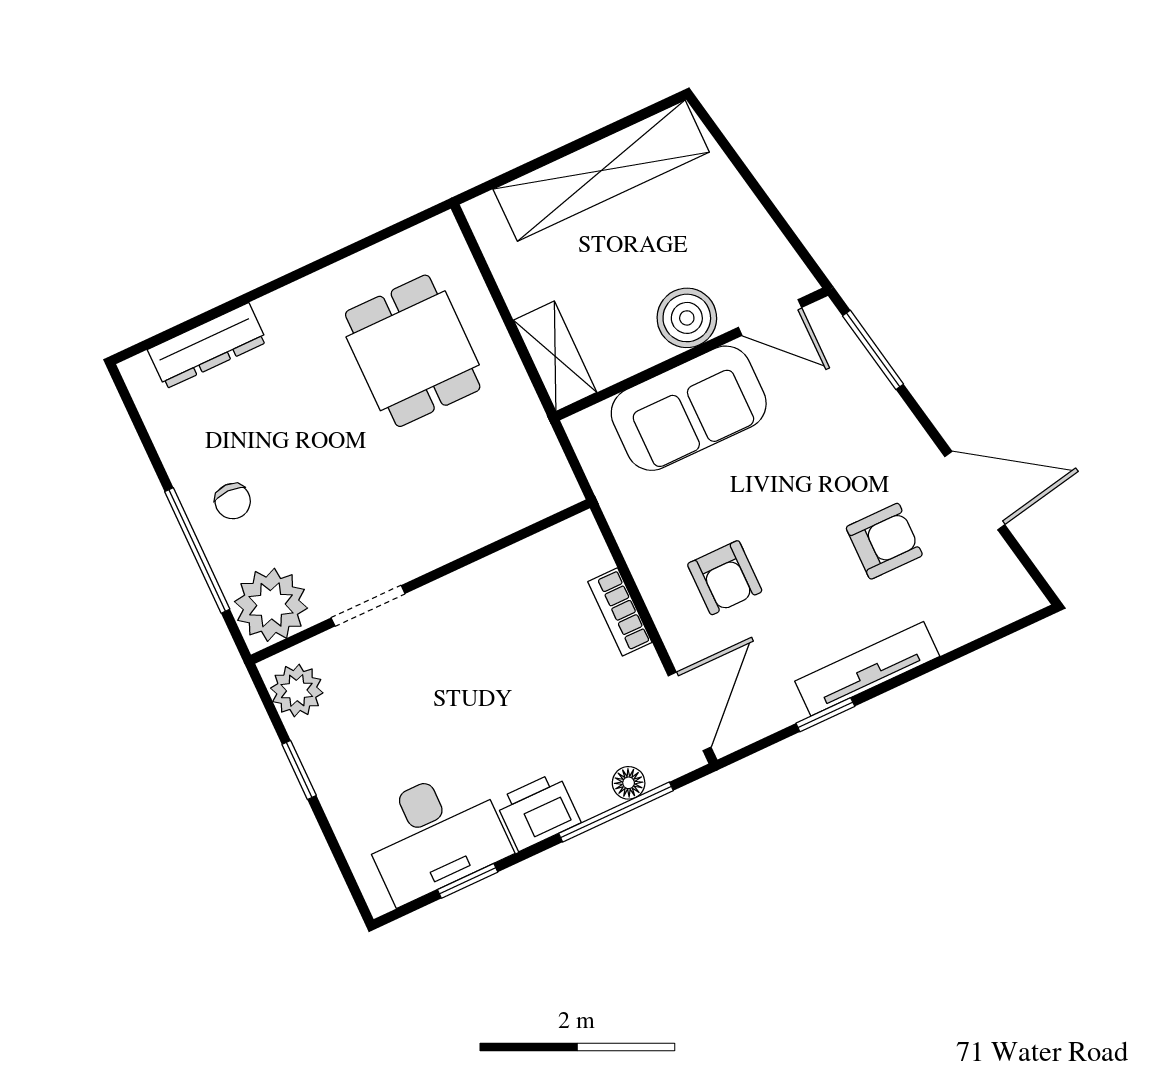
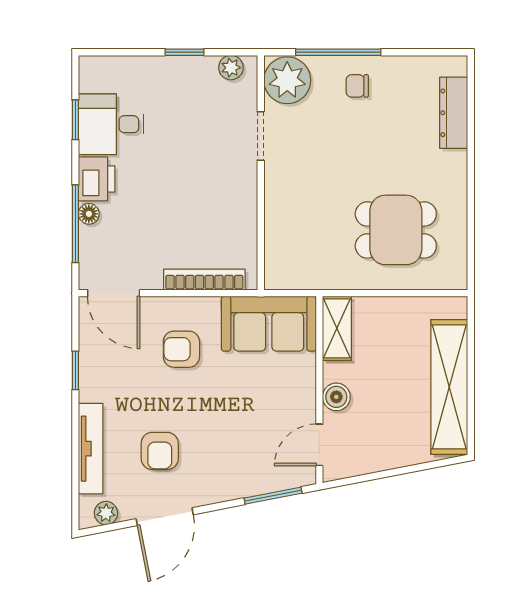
boiler: (687, 318) -> (336, 397), width x0.73, depth x0.73
shelving: (555, 356) -> (337, 328), moved, turned 90
sofa: (689, 408) -> (269, 324), moved, turned -90
plant: (1008, 577) -> (106, 513), added
bookcase: (620, 612) -> (204, 280), width x1.56
tv unit: (867, 669) -> (91, 449), moved
plant: (297, 690) -> (231, 68), width x0.73, depth x0.73
floor lamp: (629, 783) -> (89, 214), moved
desk: (434, 834) -> (111, 124), width x0.73

